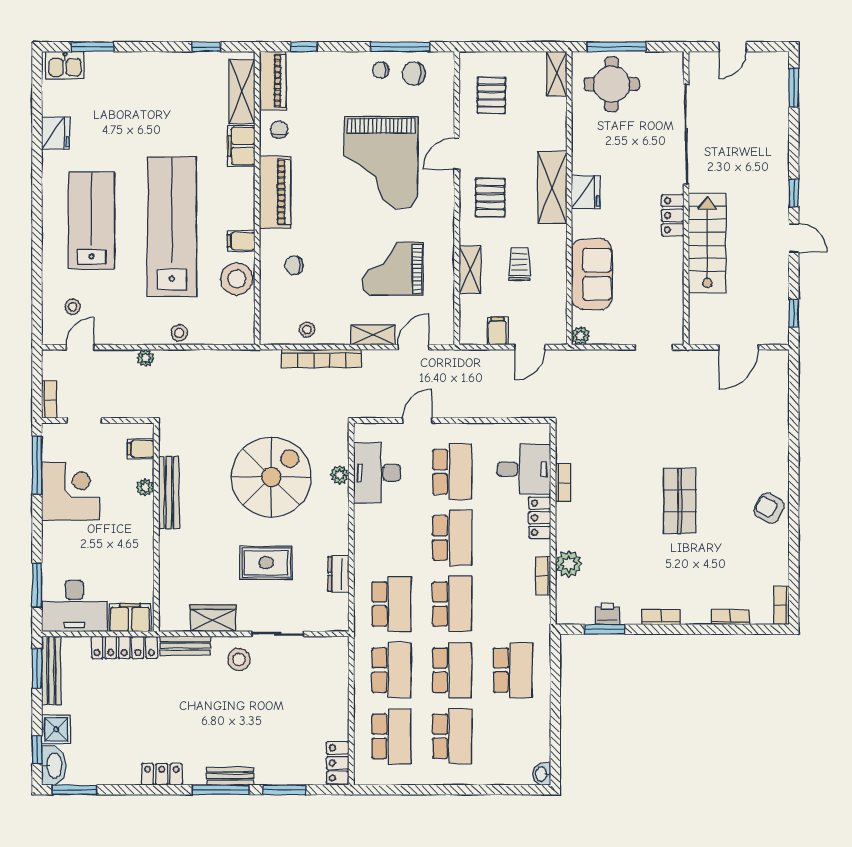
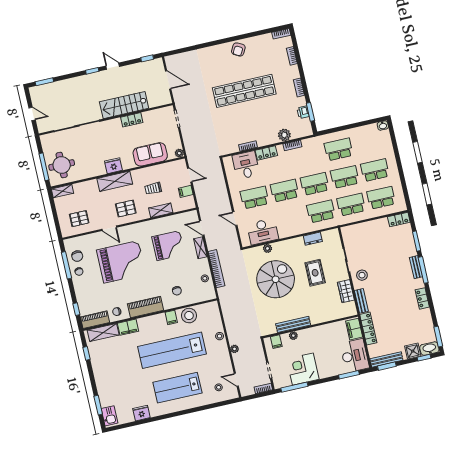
locker: (673, 215) -> (132, 120), moved
door: (794, 238) -> (113, 66), hinge flipped
grand piano: (393, 269) -> (168, 246), turned -90
spiral stairs: (271, 477) -> (276, 279), turned 90
shop shelf: (680, 501) -> (244, 91), width x2.00, depth x1.36

